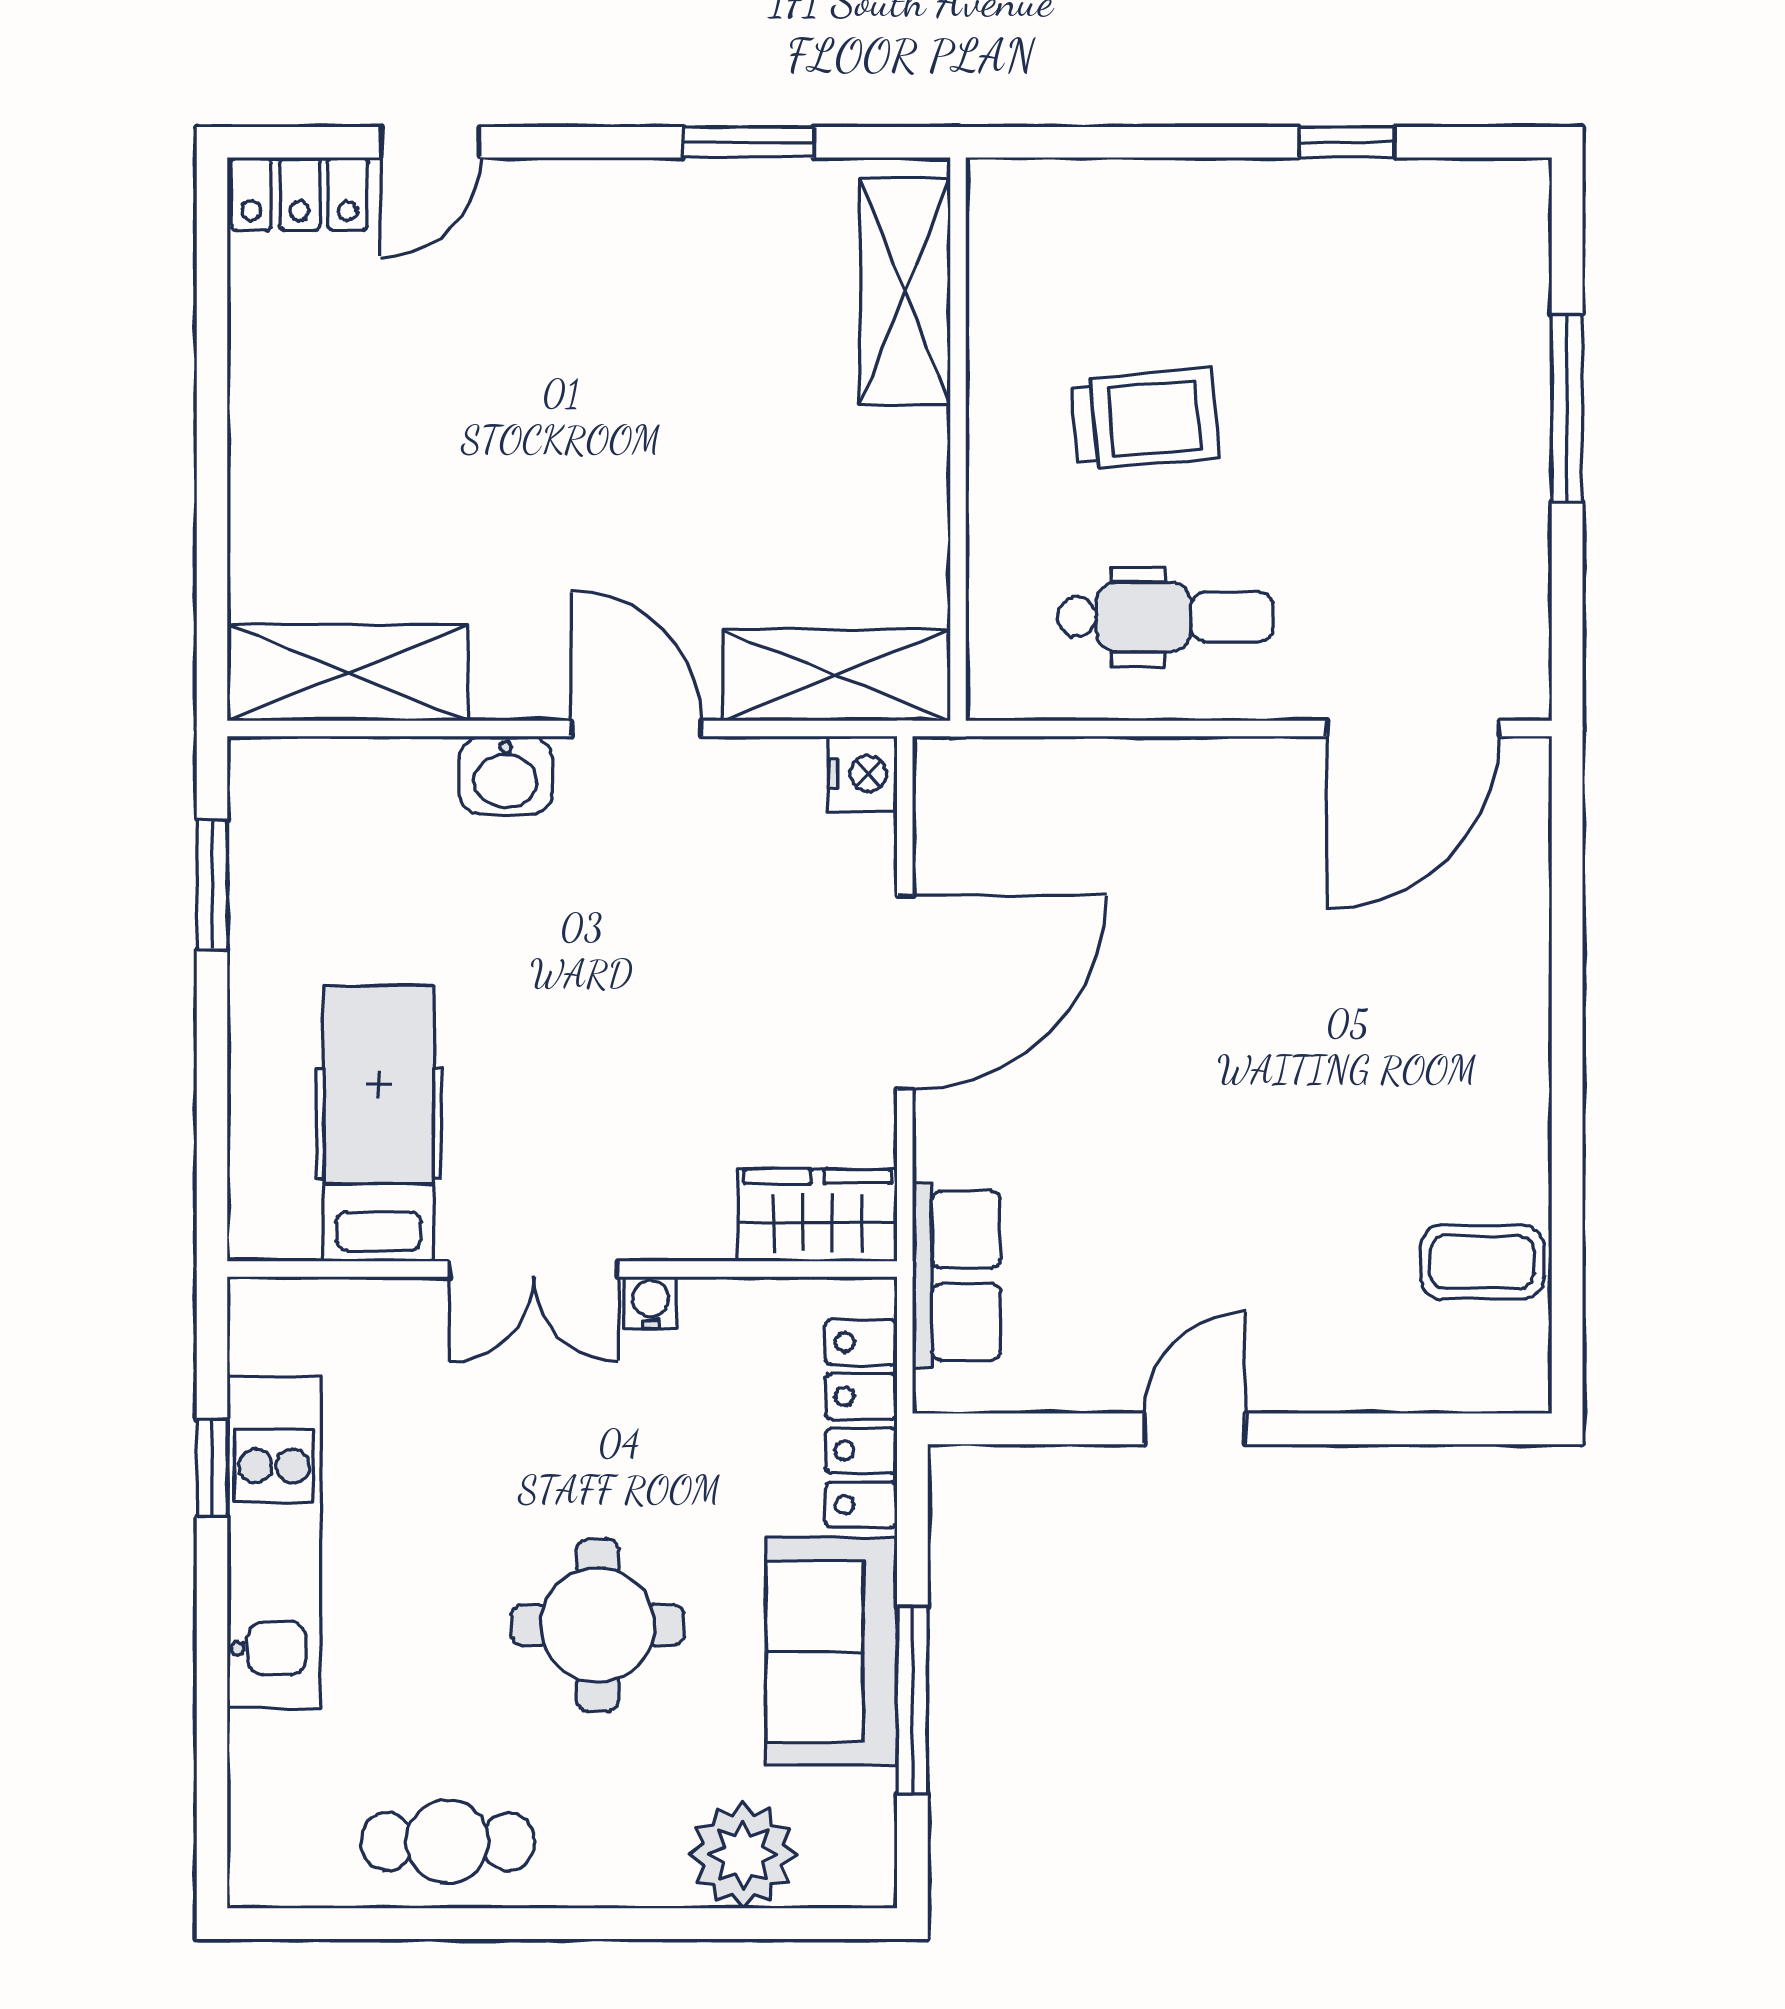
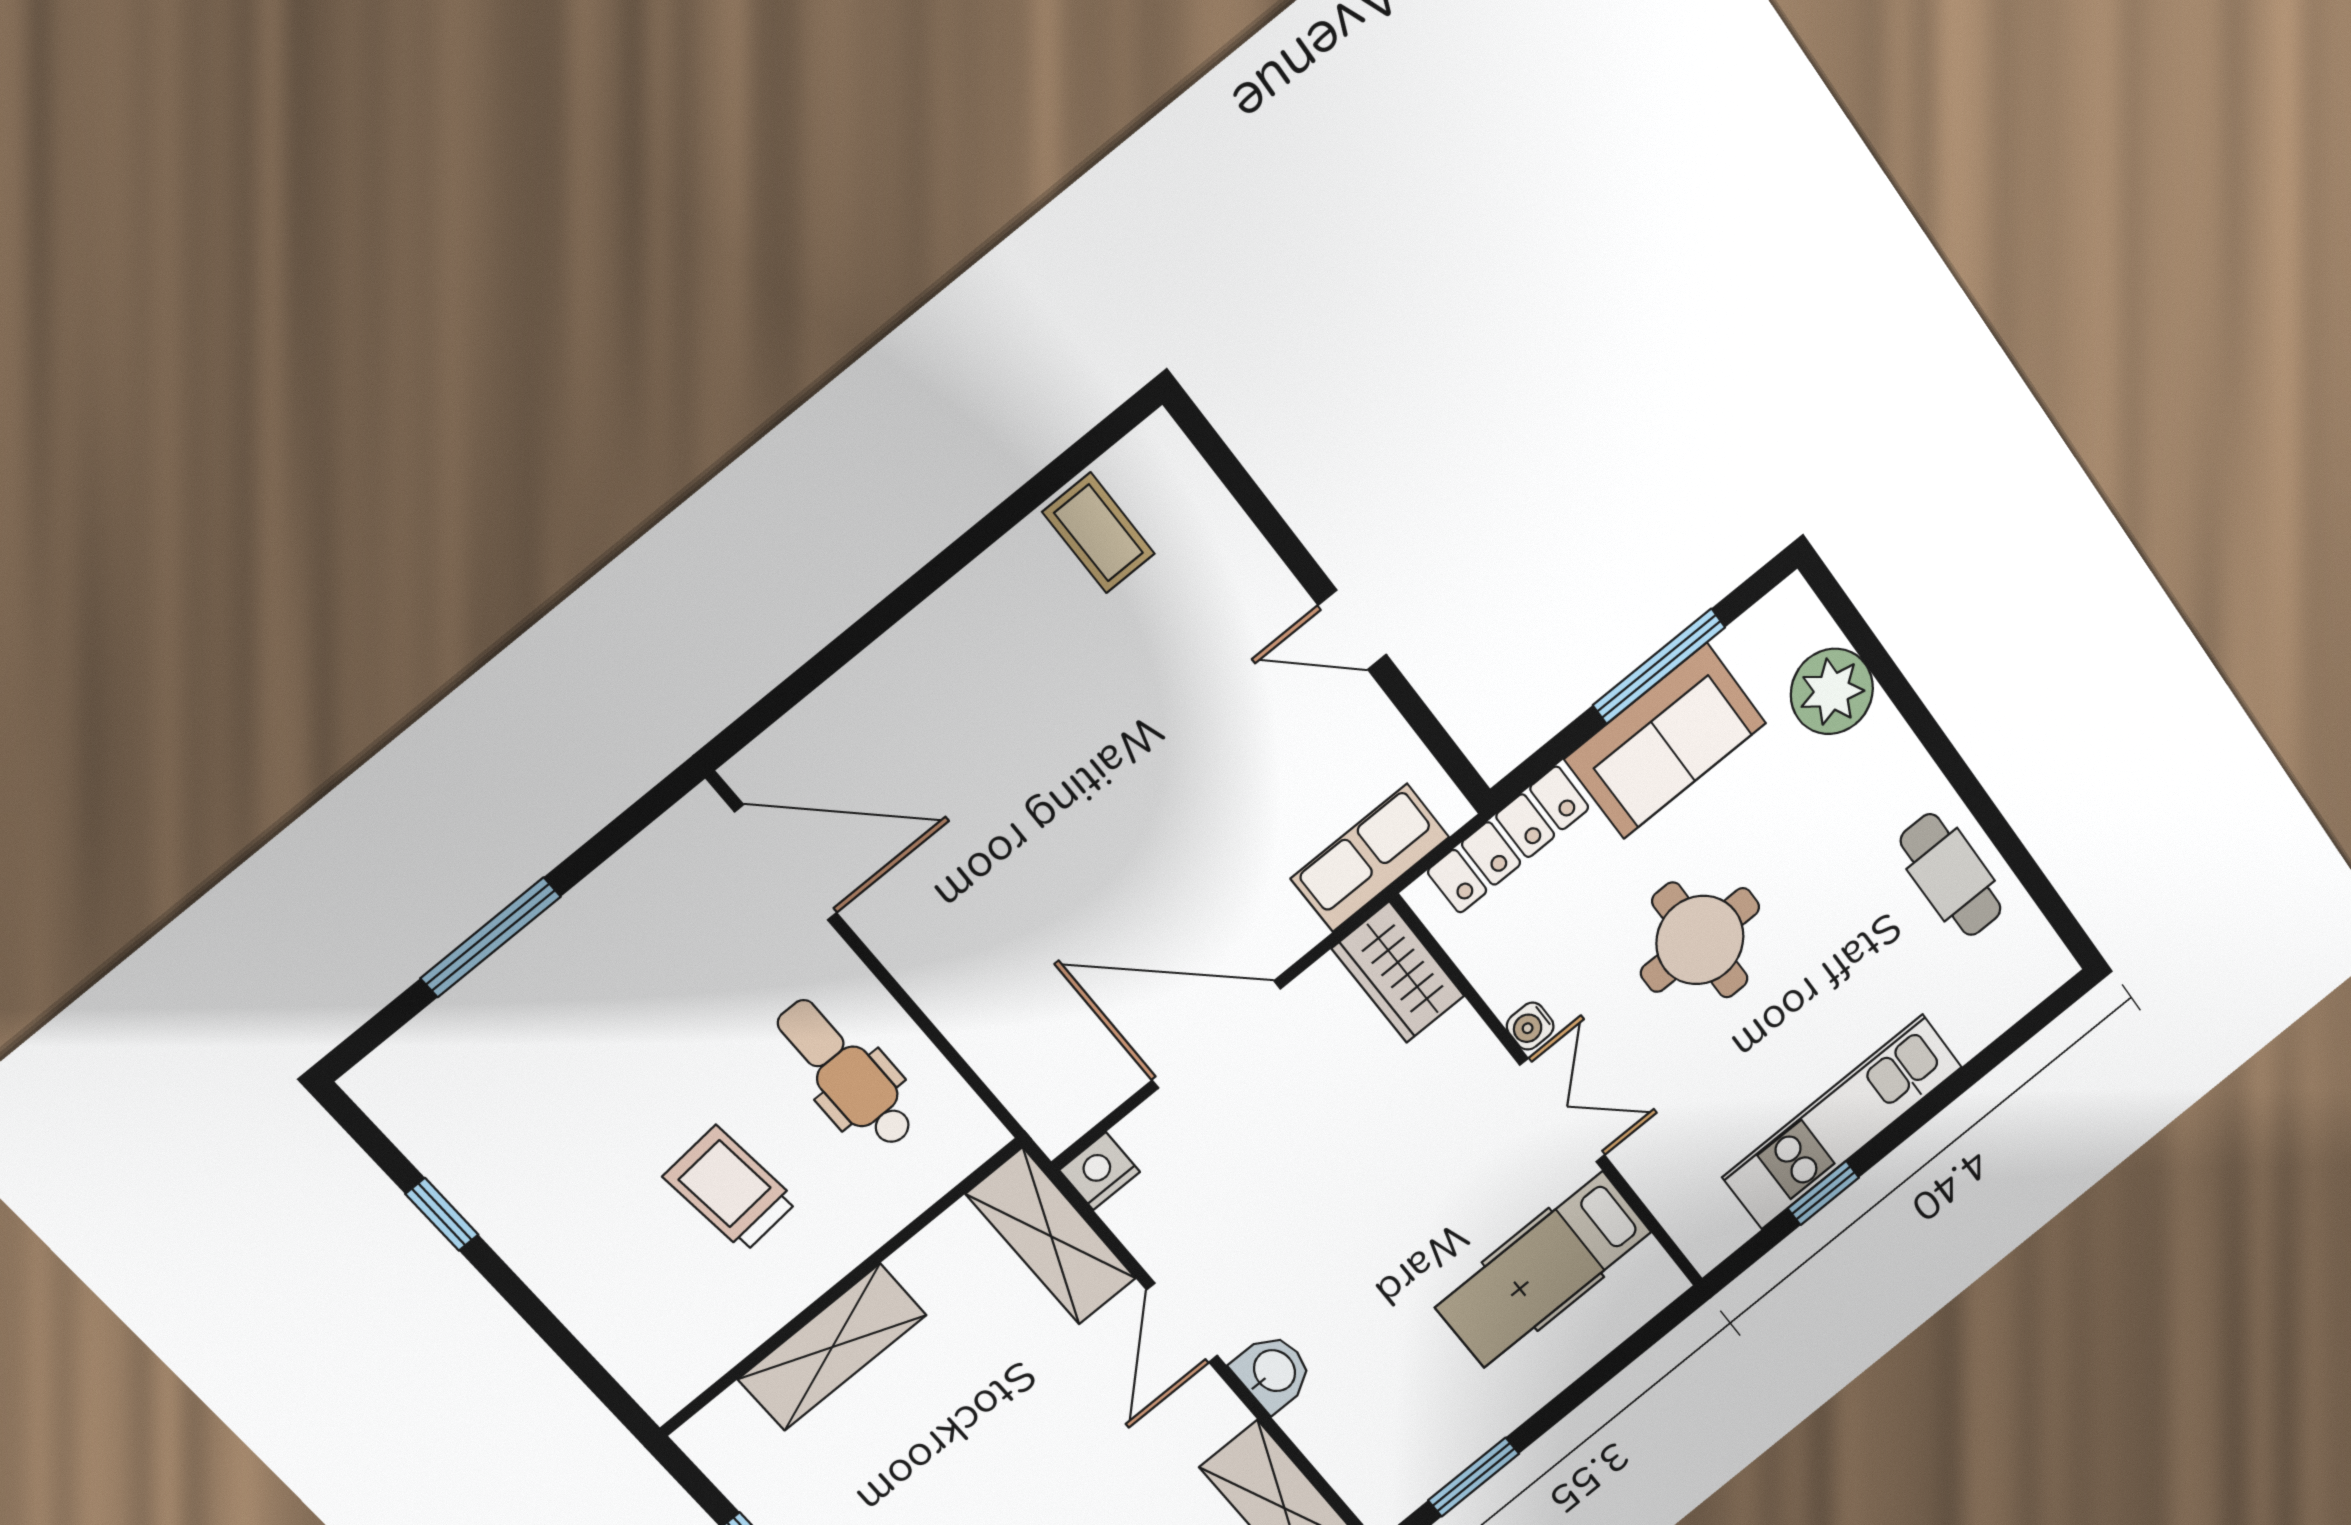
shelving: (905, 291) -> (832, 1347), moved
round table: (598, 1625) -> (1700, 940), moved

